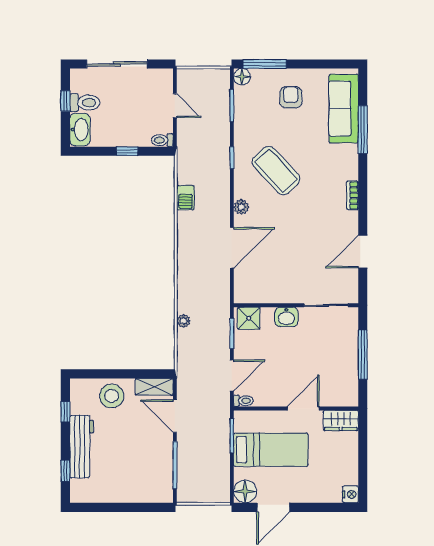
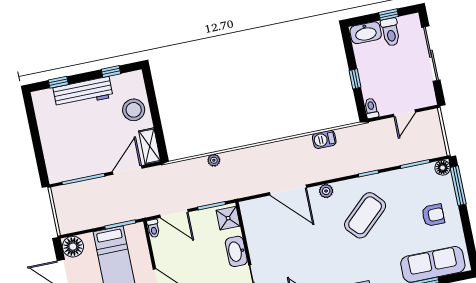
washbasin: (286, 317) -> (236, 251), width x1.38

